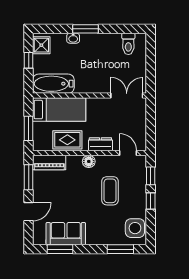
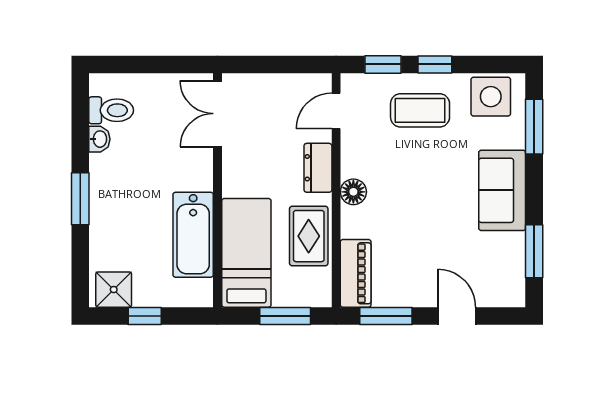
washbasin: (73, 38) -> (99, 139), moved
bathtub: (53, 84) -> (193, 235), moved
coffee table: (110, 191) -> (420, 110), moved
sofa: (66, 234) -> (502, 190), moved

